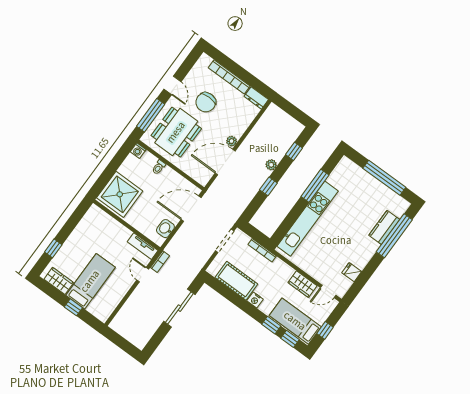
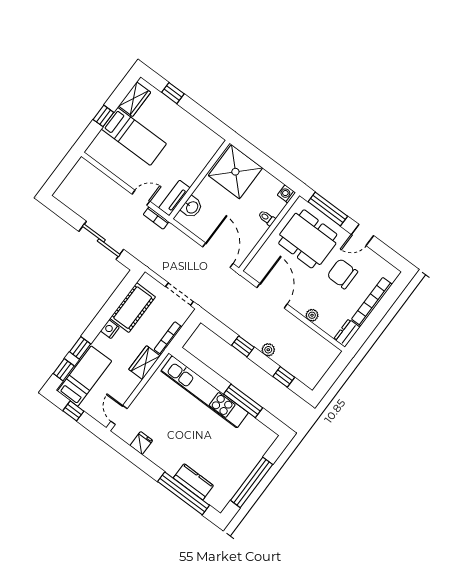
plant: (232, 141) -> (312, 315), moved
washbasin: (165, 229) -> (192, 207), moved, turned 90
wardrobe: (302, 284) -> (145, 363), moved

